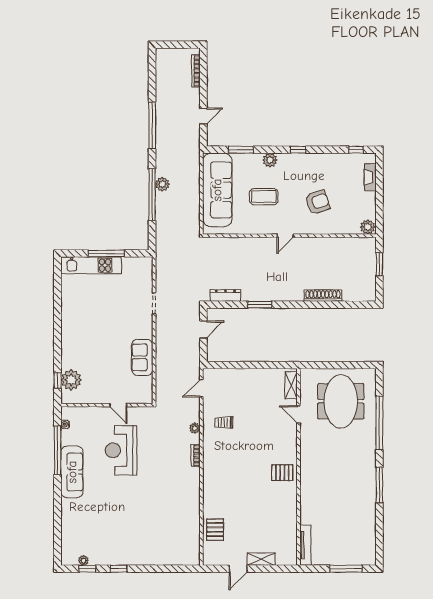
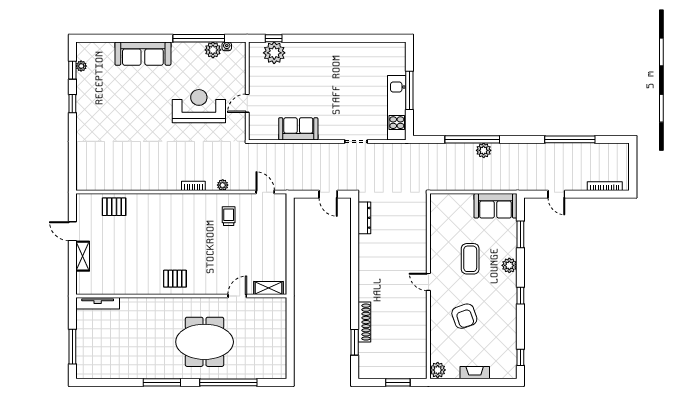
window: (152, 125) -> (570, 139), moved
fireplace: (370, 177) -> (475, 373), moved
sofa: (217, 190) -> (495, 206), width x0.54, depth x0.79
kitchen unit: (91, 265) -> (397, 108), moved
window: (260, 305) -> (355, 342), moved
meeting table: (341, 401) -> (205, 342), moved
plant: (68, 437) -> (213, 50), added
sofa: (72, 472) -> (143, 54), moved
pallet: (282, 473) -> (175, 279), turned 90

